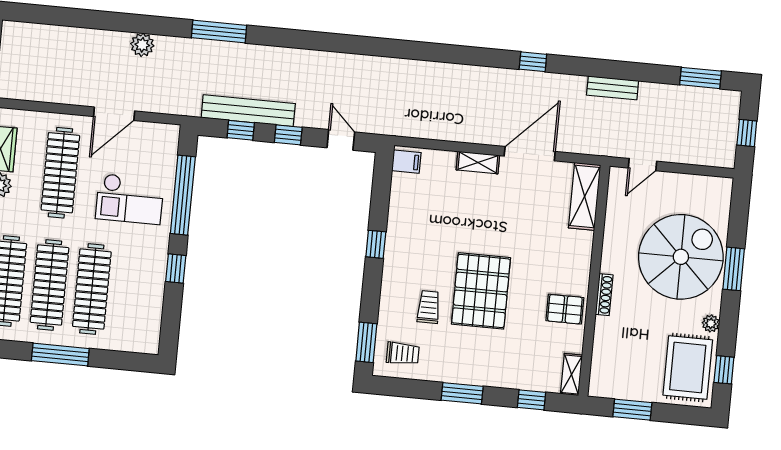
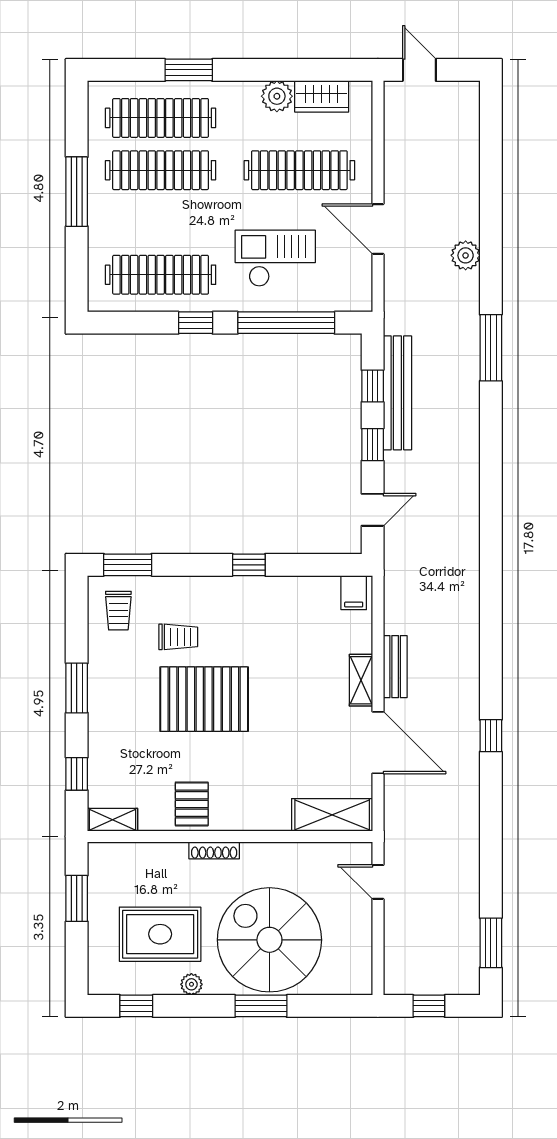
bench: (613, 88) -> (395, 667), moved
checkout: (130, 199) -> (275, 258), turned 90
spiral stairs: (681, 257) -> (269, 940), turned 180
clothes rail: (92, 289) -> (161, 275), moved
rug: (688, 367) -> (160, 934), moved

